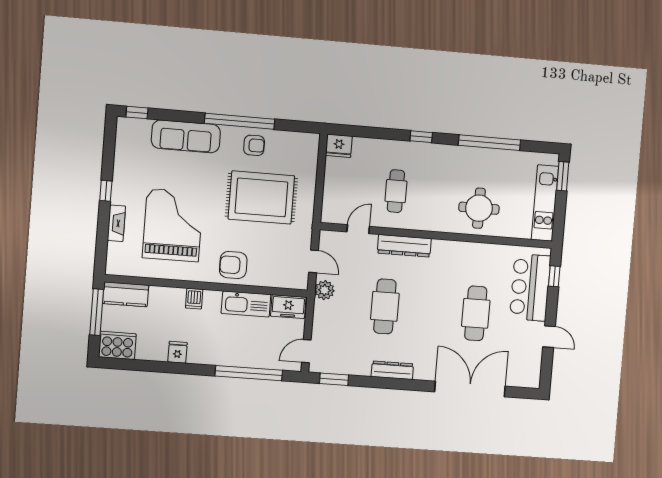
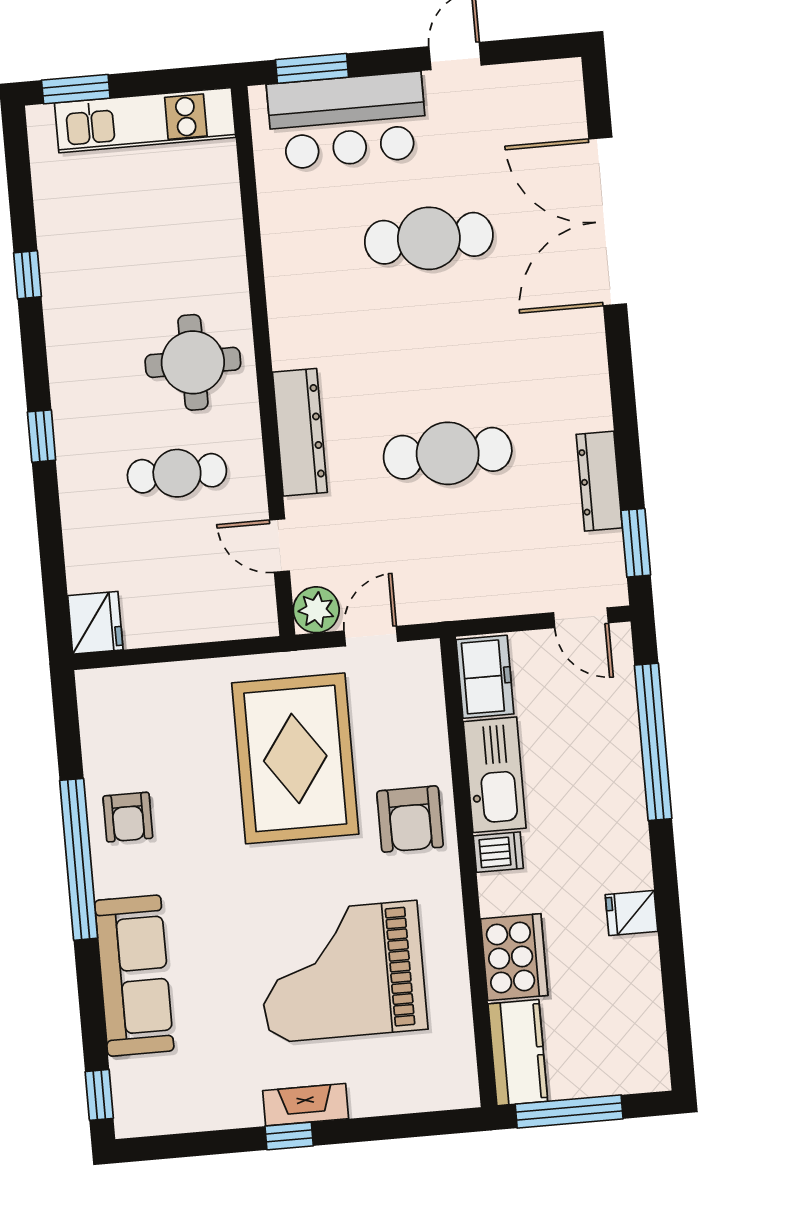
window: (489, 143) -> (27, 275), width x0.32
armchair: (254, 145) -> (128, 817), turned 180
rug: (261, 197) -> (295, 758), moved
round table: (479, 208) -> (193, 362), moved
fireplace: (116, 223) -> (306, 1105), moved
window: (554, 276) -> (312, 68), width x1.50
plant: (325, 290) -> (316, 610), moved
dishwasher: (194, 299) -> (498, 852), moved
cooker: (117, 345) -> (514, 957), moved, turned 180
dresser: (392, 370) -> (599, 481), moved

